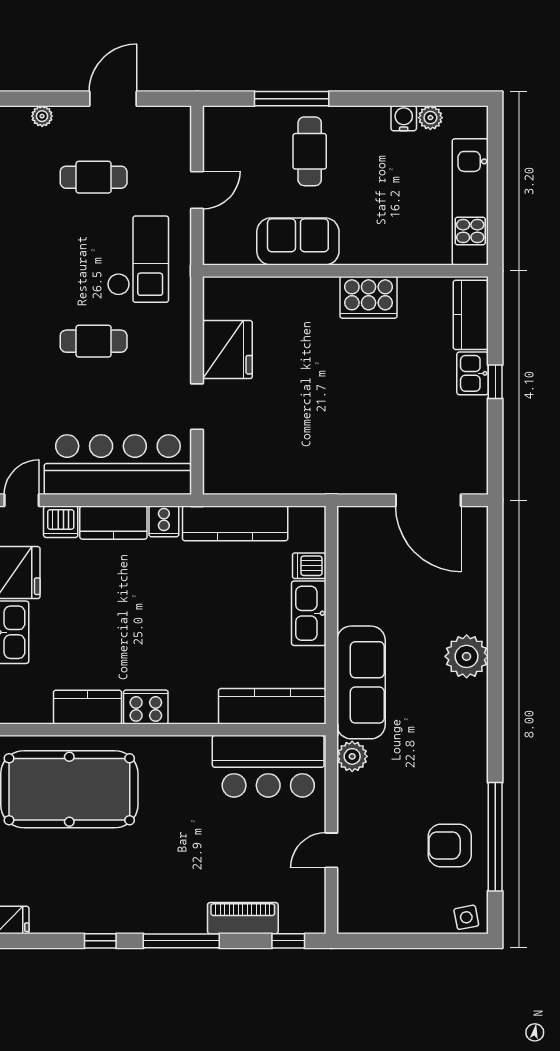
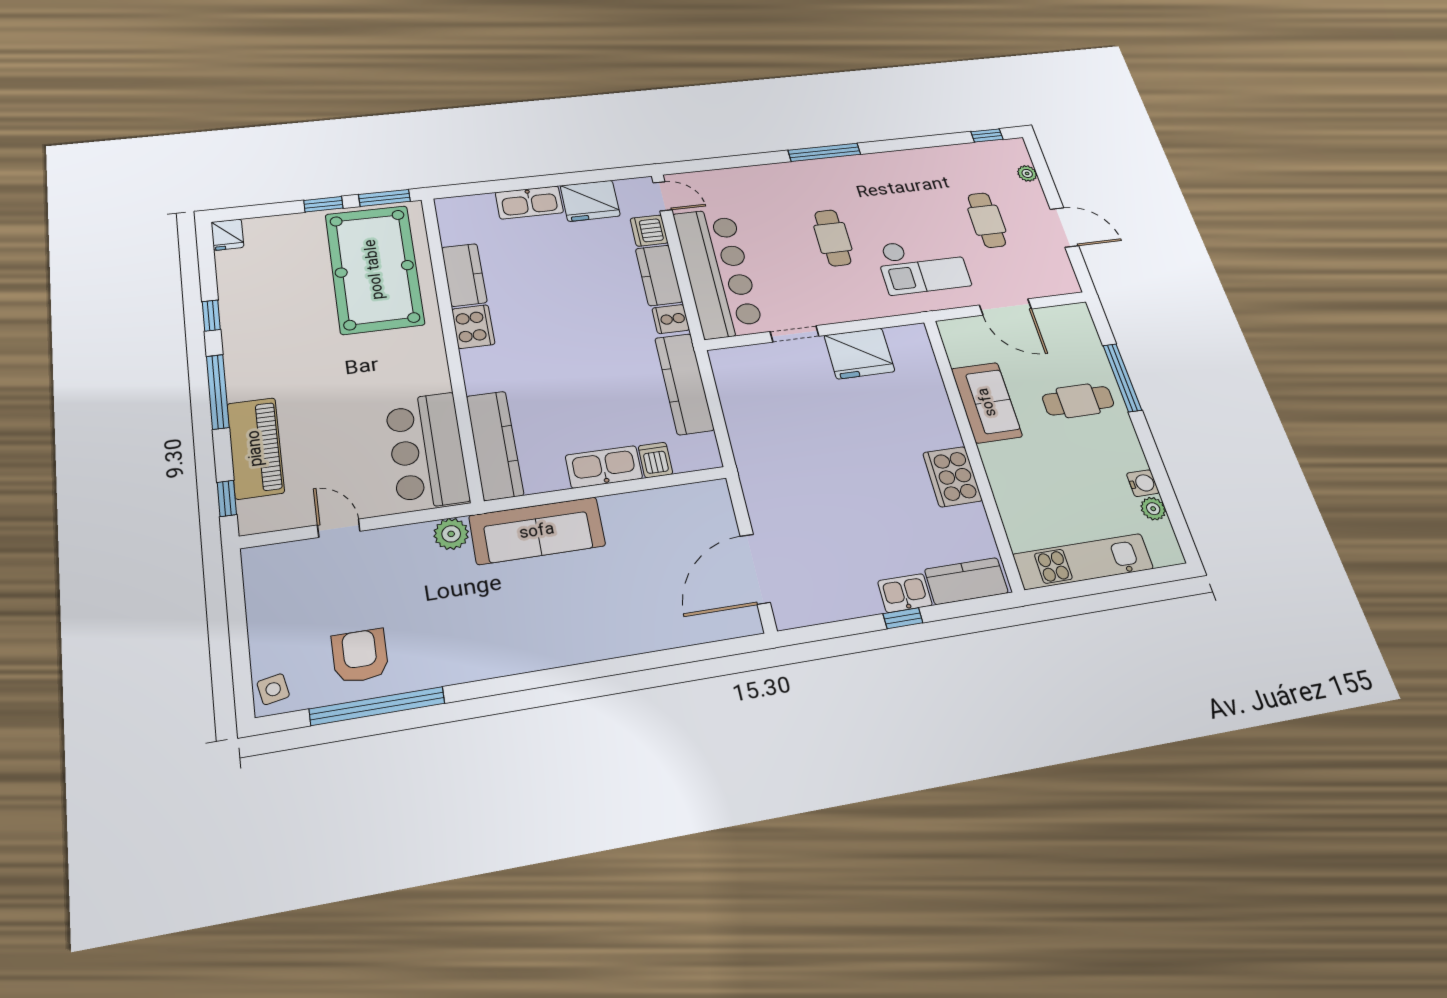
door: (197, 190) -> (1005, 307), width x1.38
plant: (467, 656) -> (588, 638), removed
piano: (243, 918) -> (255, 448), width x1.37, depth x1.33

